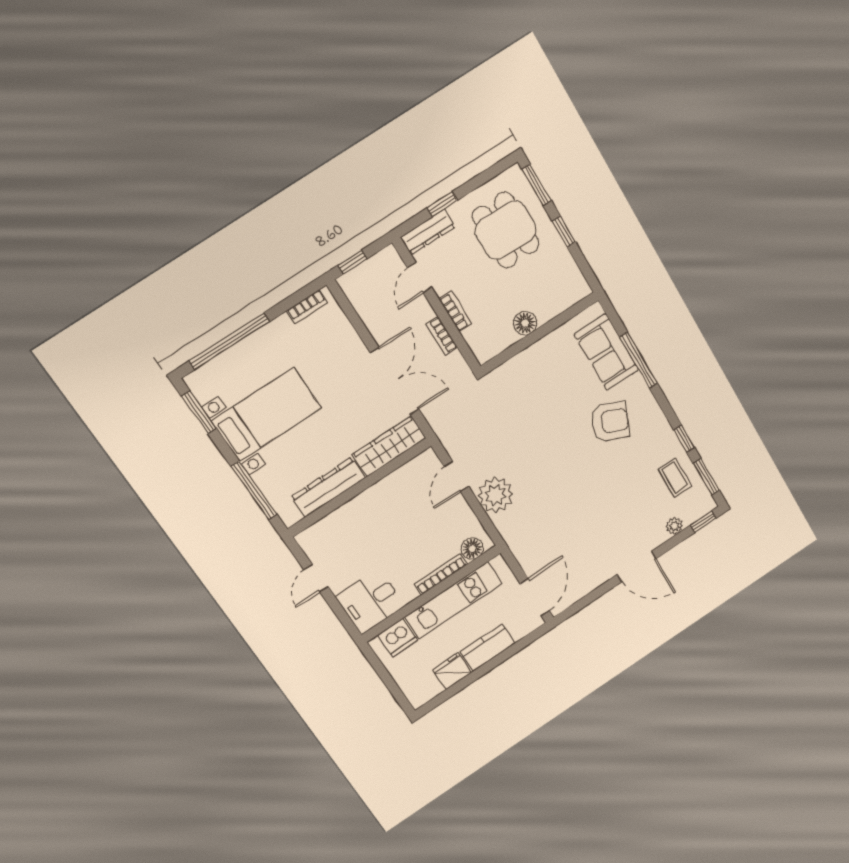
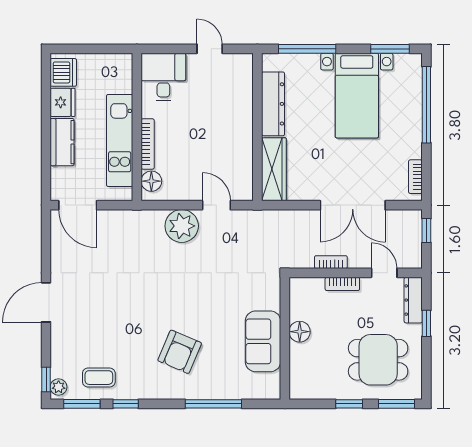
sofa: (606, 352) -> (263, 341), moved, turned -90
double door: (395, 381) -> (353, 205), moved
plant: (674, 526) -> (59, 387), moved
dishwasher: (398, 638) -> (63, 72), moved, turned 180

